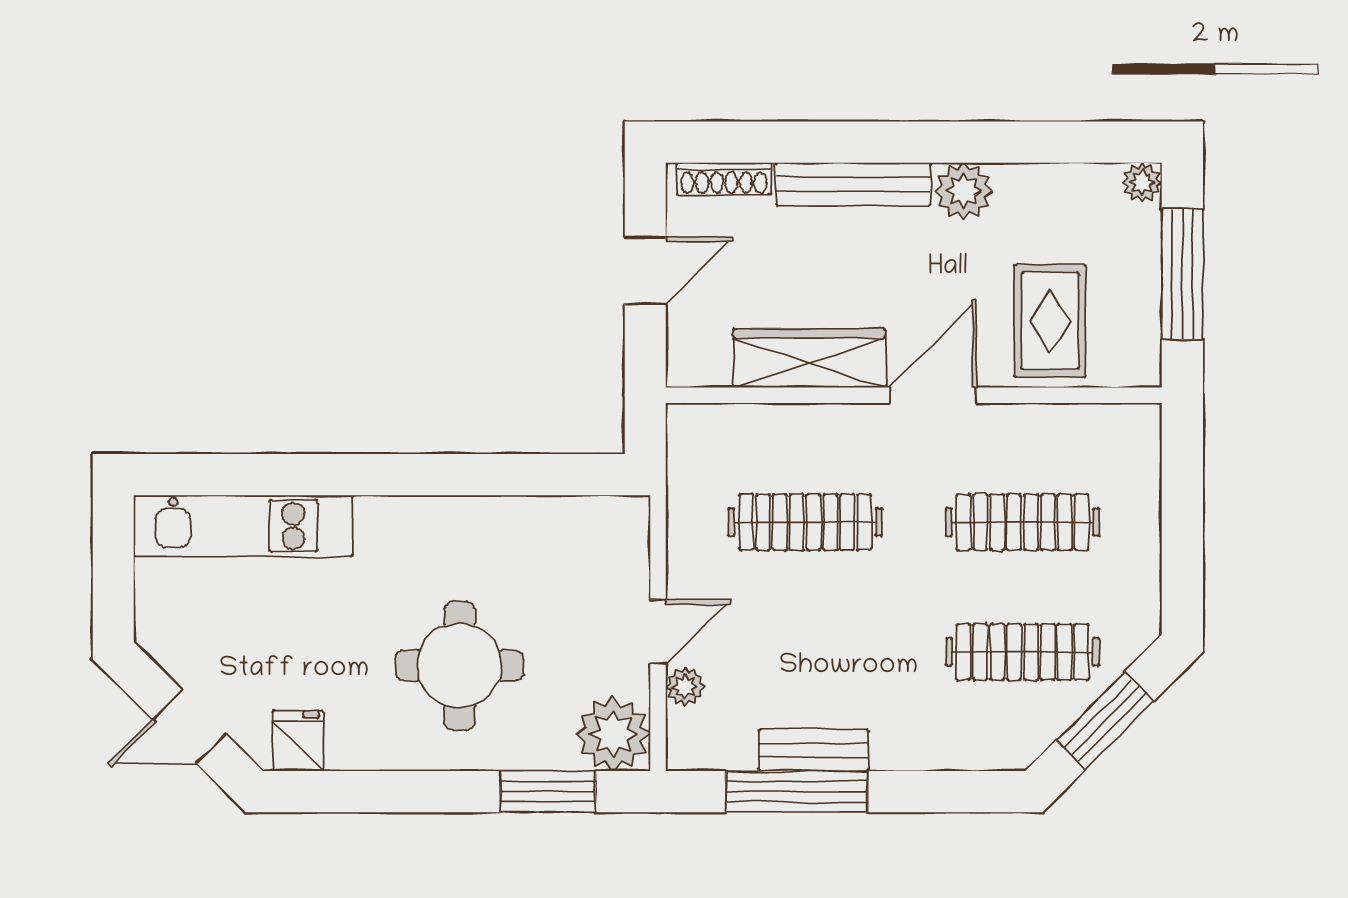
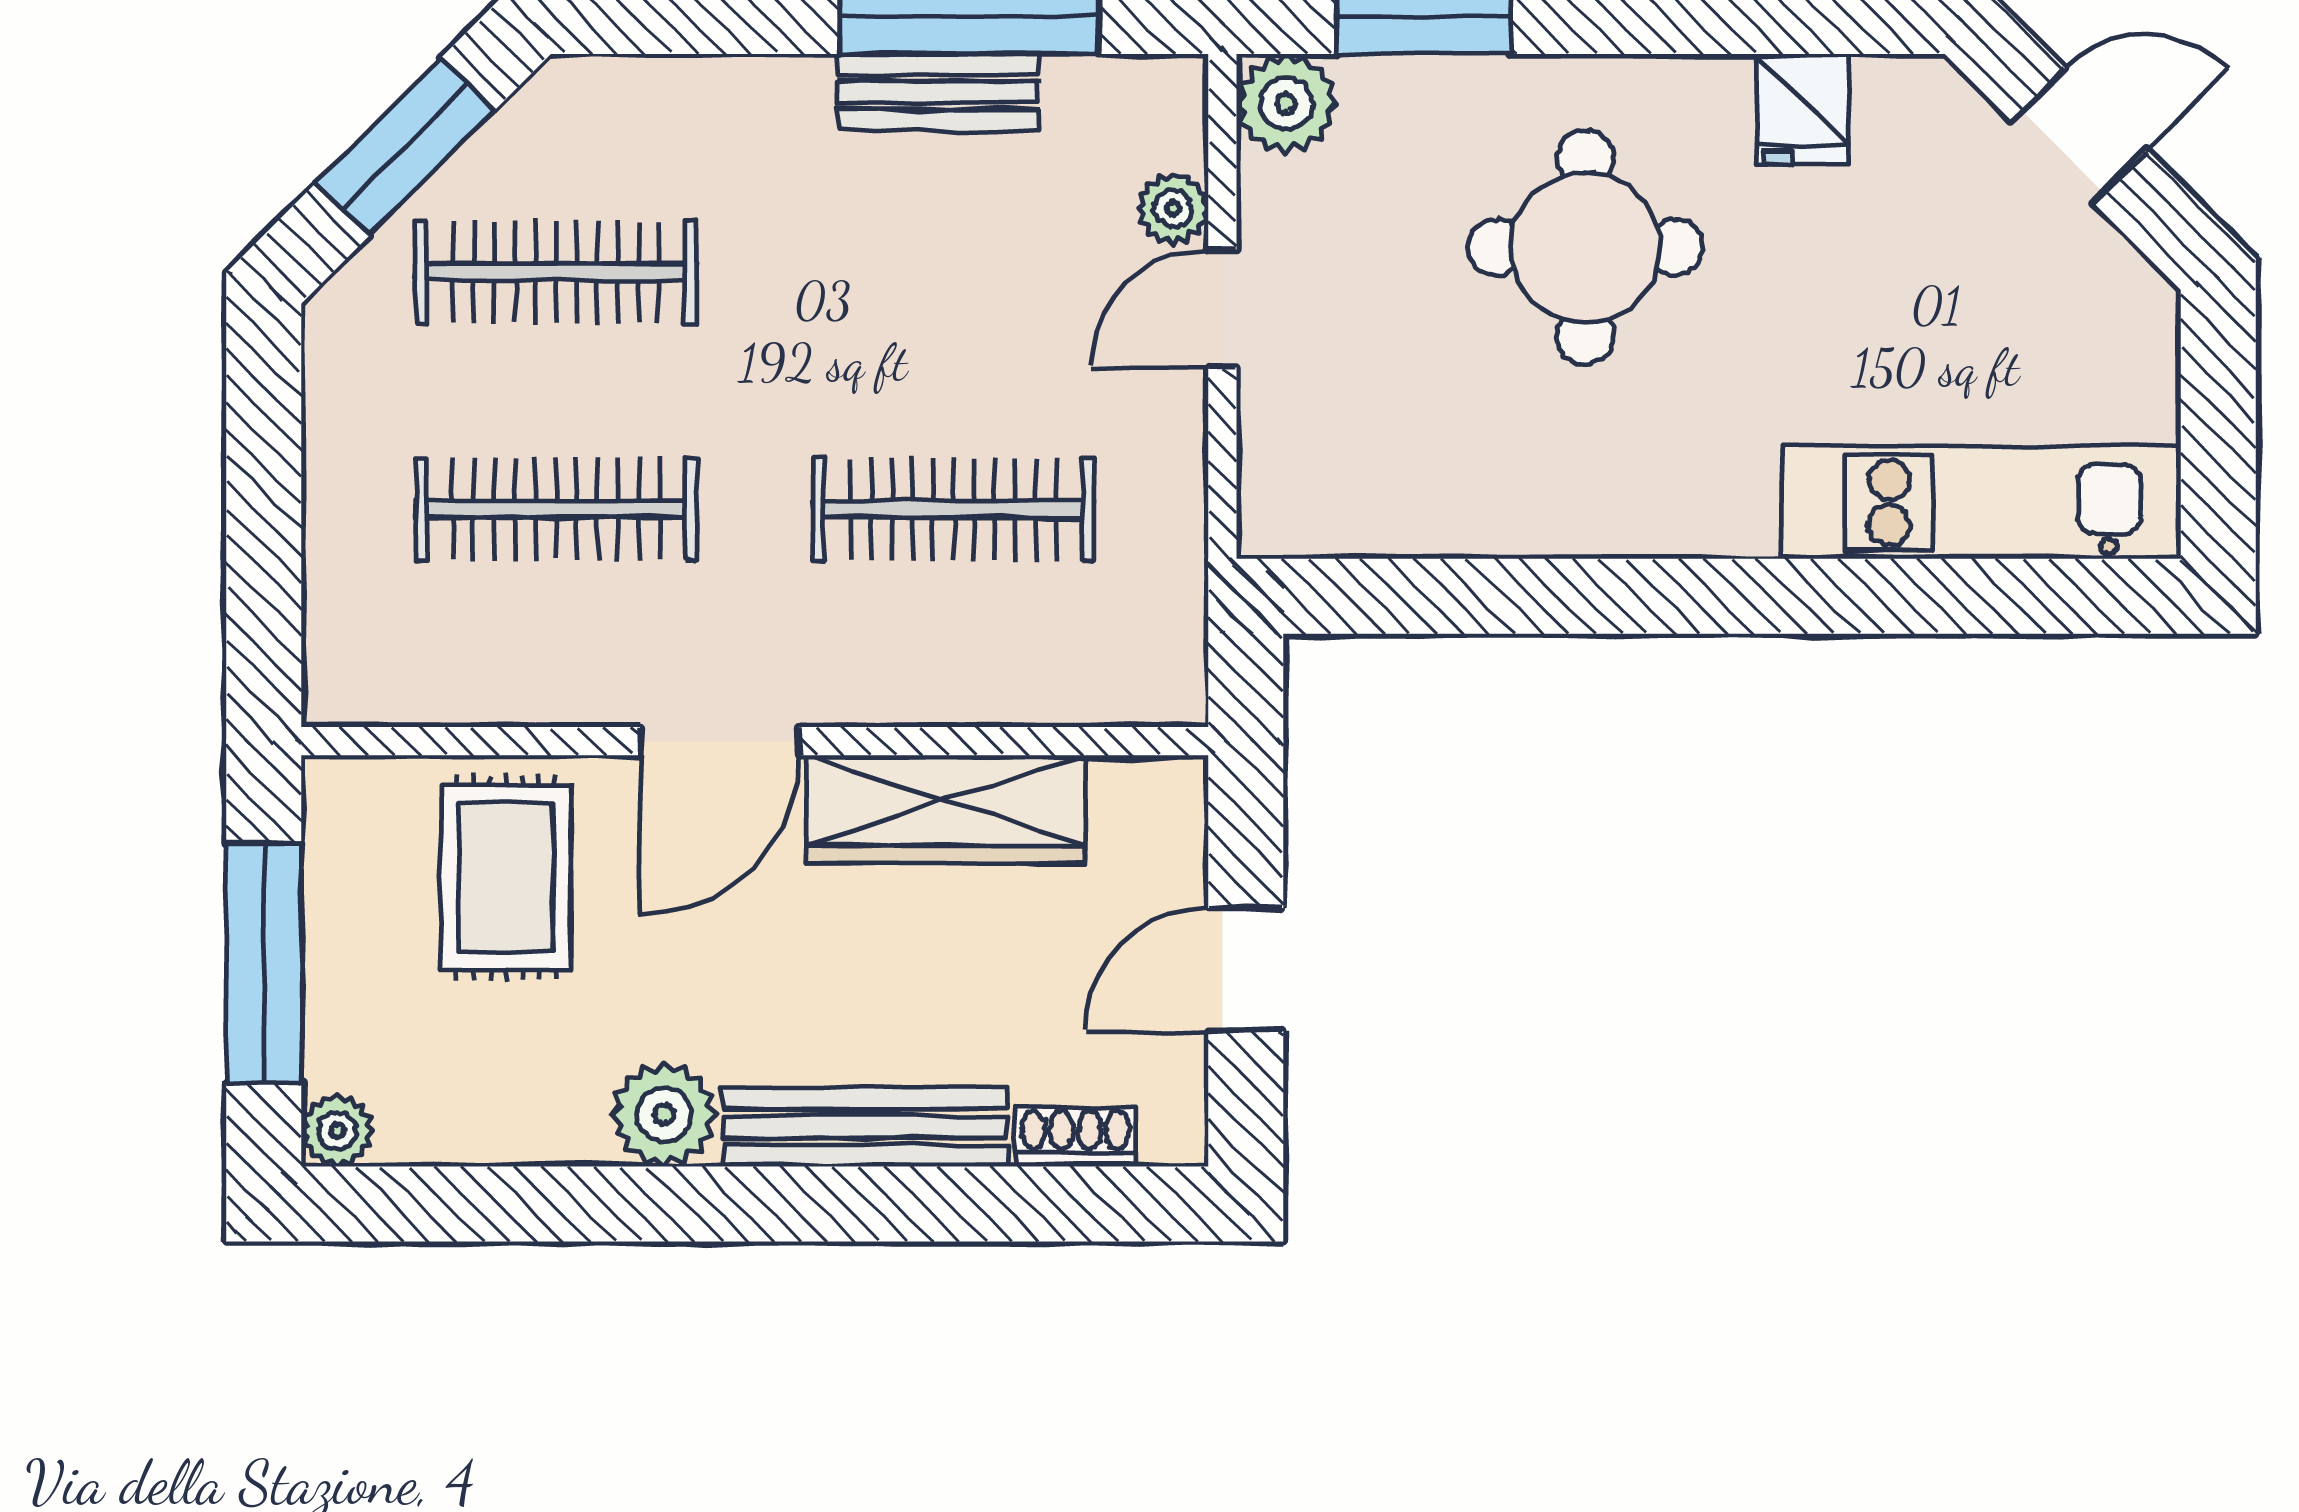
shoe rack: (724, 179) -> (1076, 1137), width x0.70
plant: (613, 734) -> (1286, 104), width x0.73, depth x0.73
fridge: (298, 741) -> (1802, 109), moved

